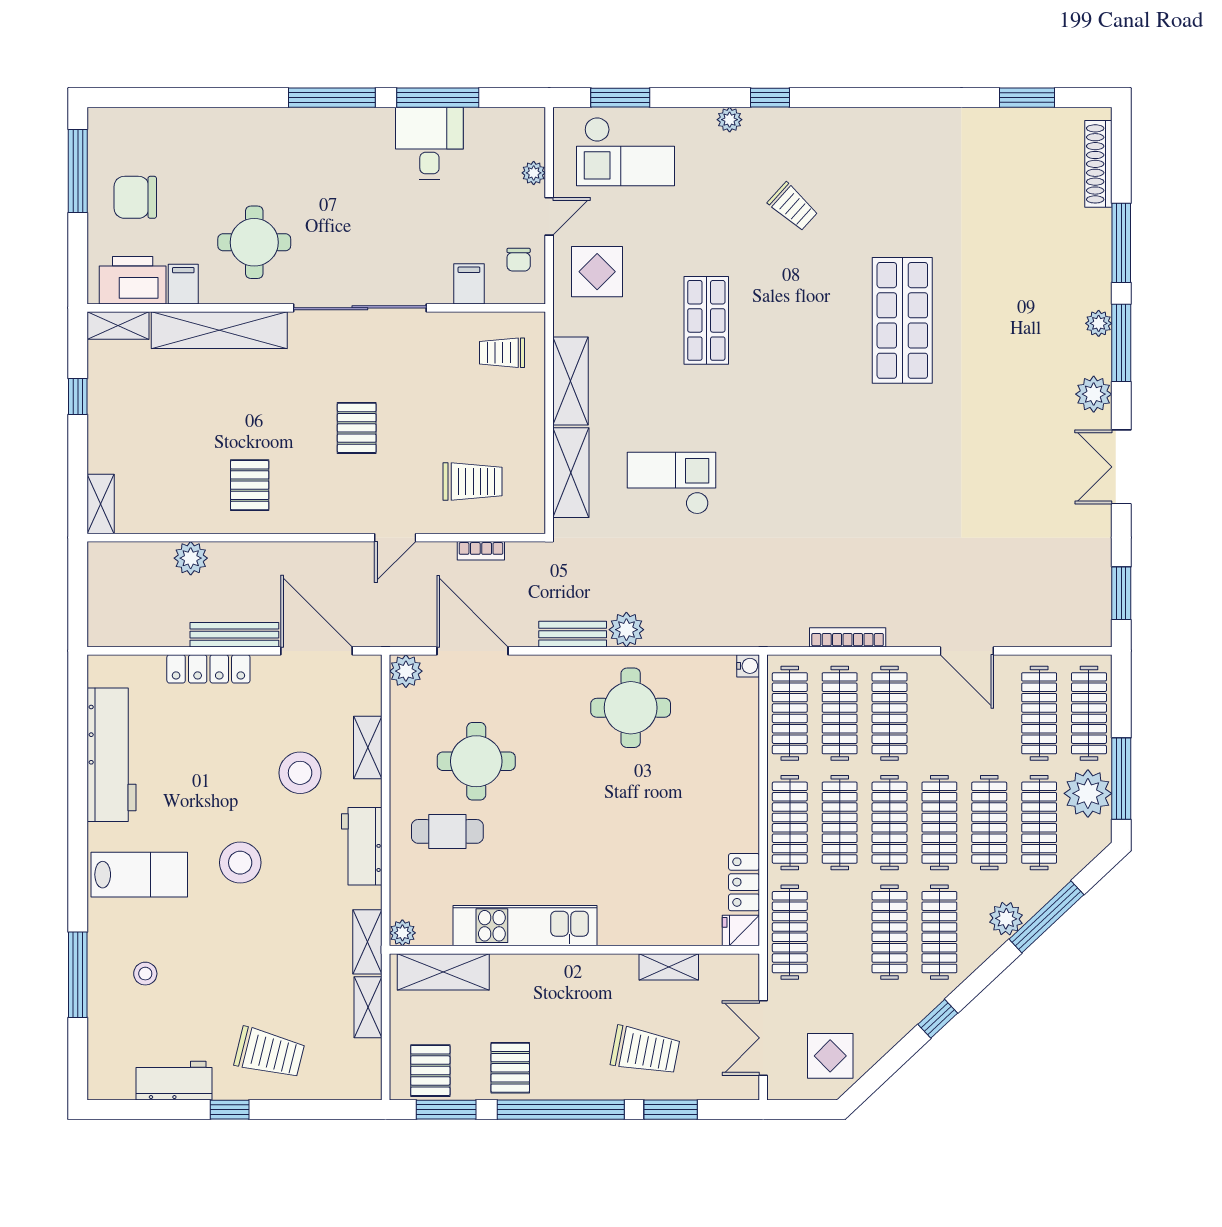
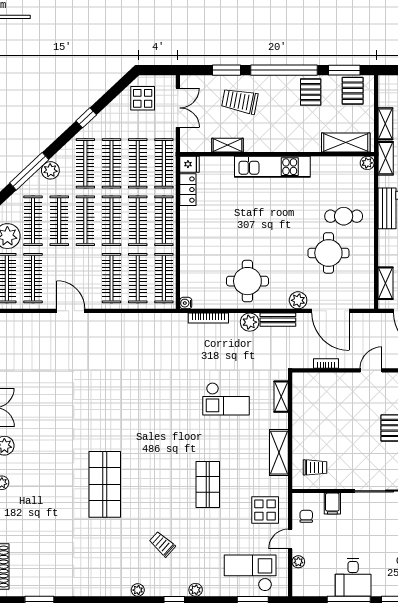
plant: (840, 119) -> (138, 590), added
shelving: (571, 473) -> (281, 397), width x0.67, depth x0.75
trolley: (473, 481) -> (330, 400), removed
bookcase: (848, 637) -> (208, 318), moved
plant: (406, 671) -> (298, 300), moved
shelving: (368, 747) -> (385, 283), moved
kitchen unit: (525, 926) -> (272, 167), moved
clothes rail: (840, 932) -> (138, 163), added

